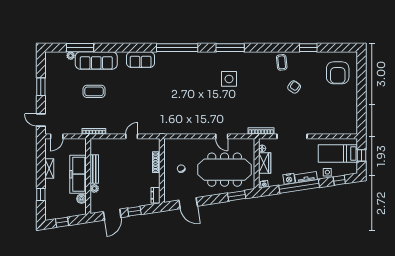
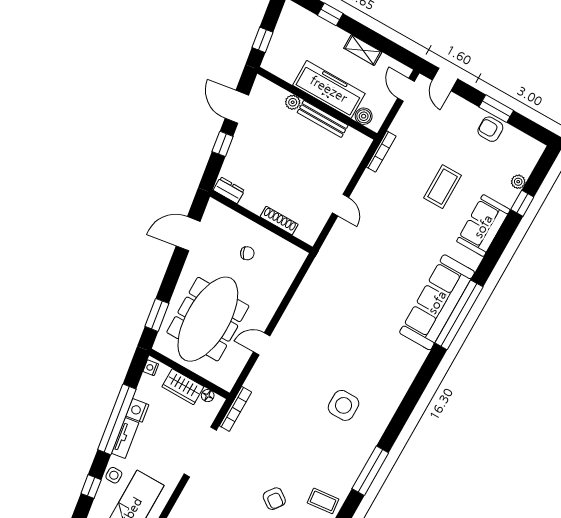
window: (80, 48) -> (522, 203), width x0.46
window: (177, 48) -> (459, 315), moved
window: (230, 48) -> (370, 471), moved
sofa: (96, 60) -> (483, 226), width x0.73
sofa: (141, 60) -> (437, 302), width x1.85, depth x1.27
armchair: (53, 84) -> (490, 129), added
door: (41, 120) -> (445, 79), swing flipped
boiler: (81, 199) -> (364, 116), moved
window: (62, 222) -> (262, 40), moved

